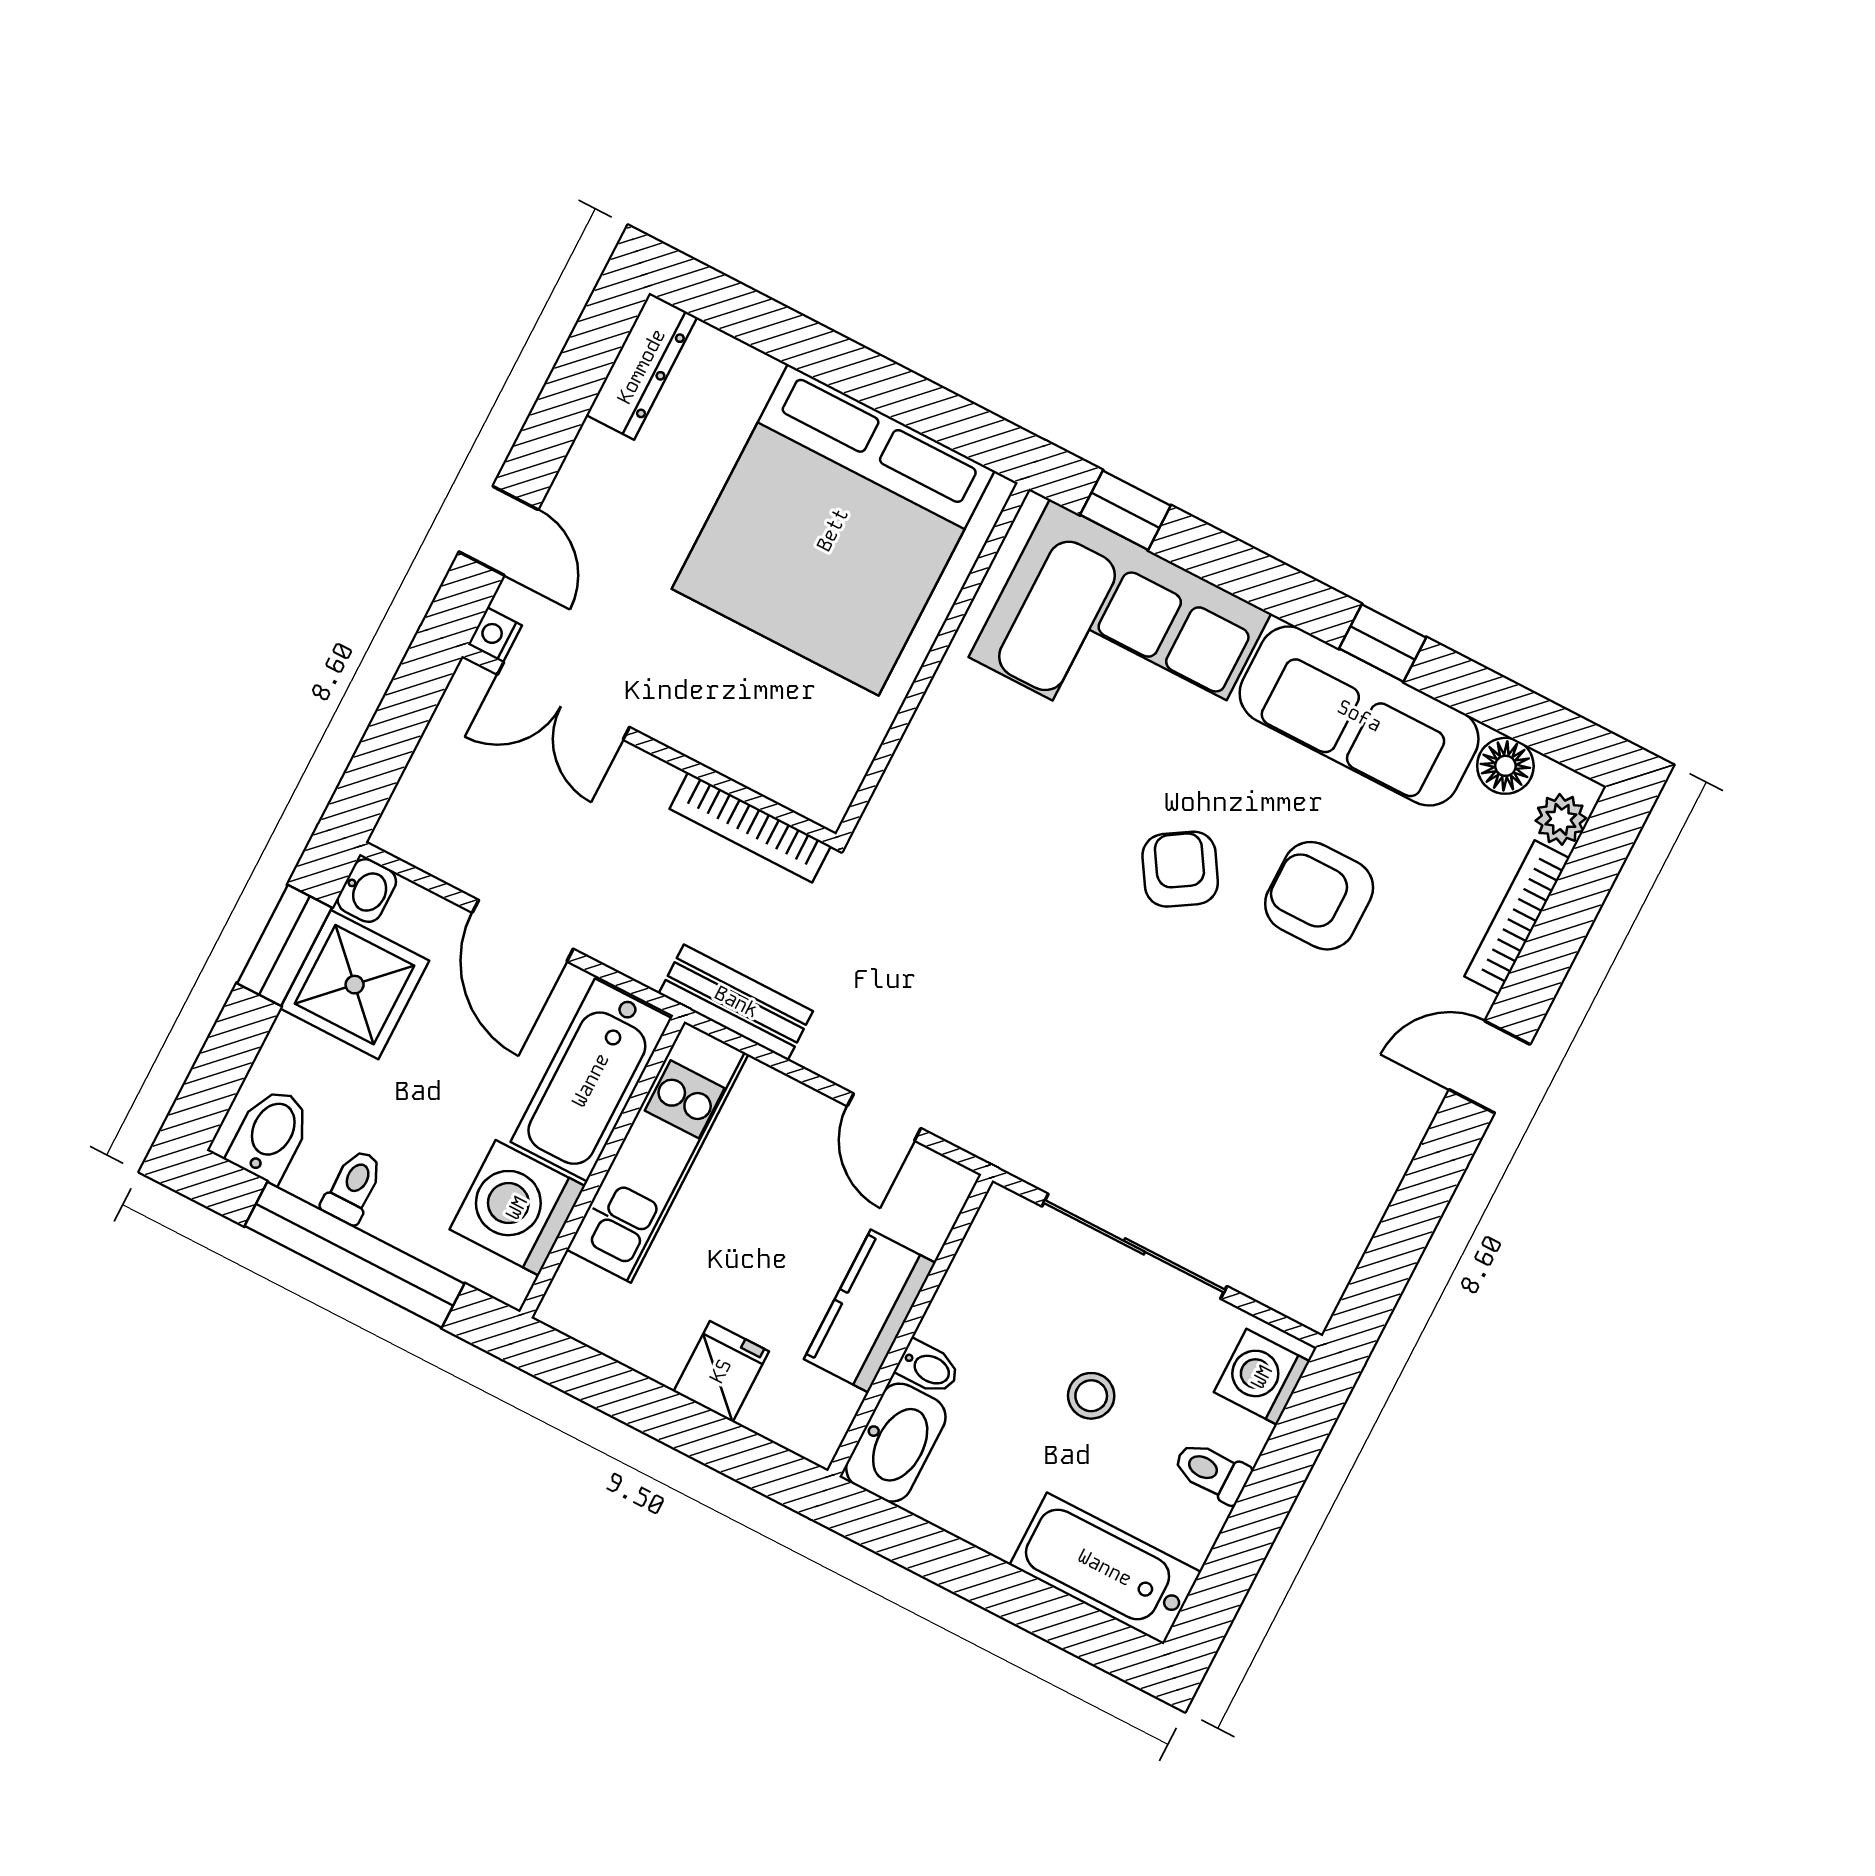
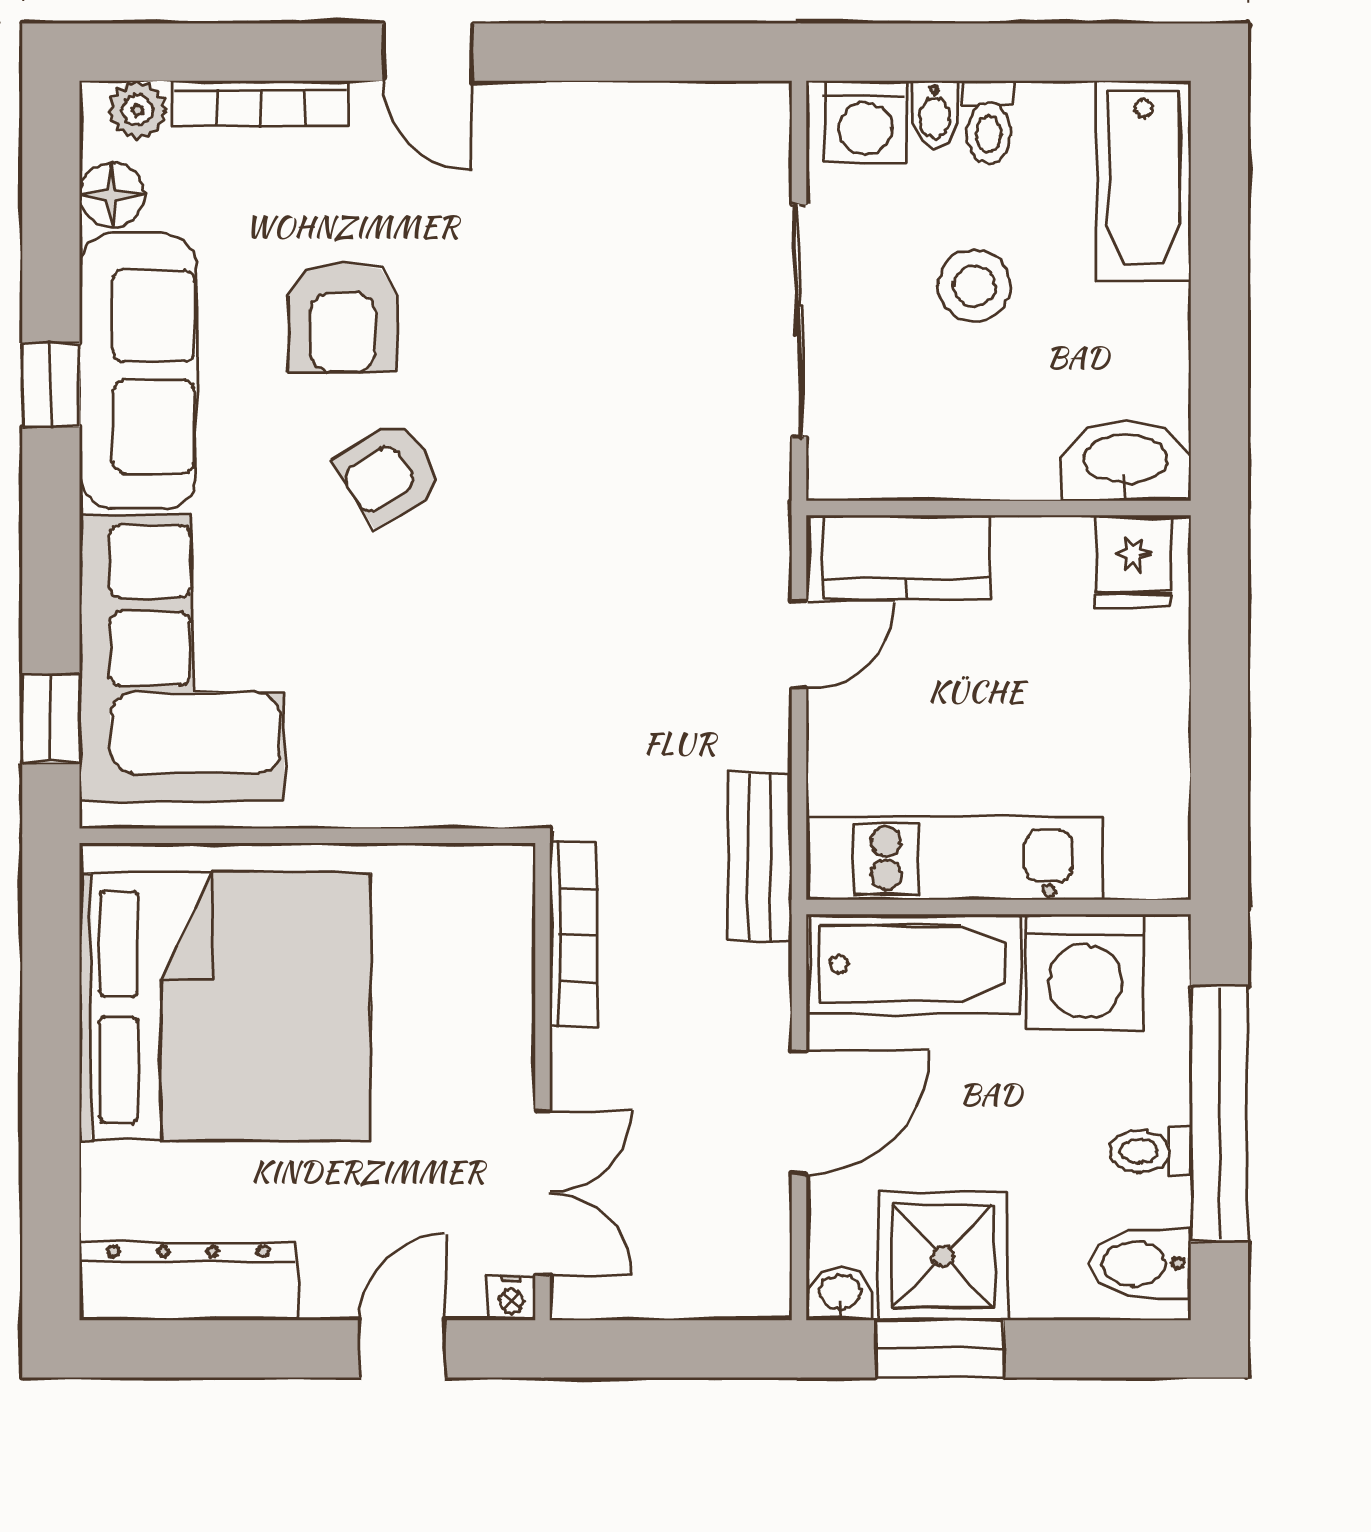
dresser: (642, 366) -> (188, 1282), width x1.37, depth x1.24
kitchen counter: (870, 1311) -> (907, 557), moved
bidet: (928, 1368) -> (935, 114), moved, turned 180
fridge: (721, 1371) -> (1133, 561), moved, turned -90
stool: (1091, 1396) -> (975, 286), width x1.37, depth x1.37

